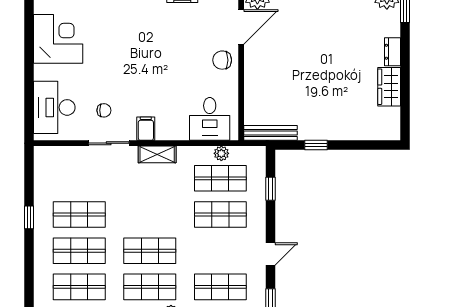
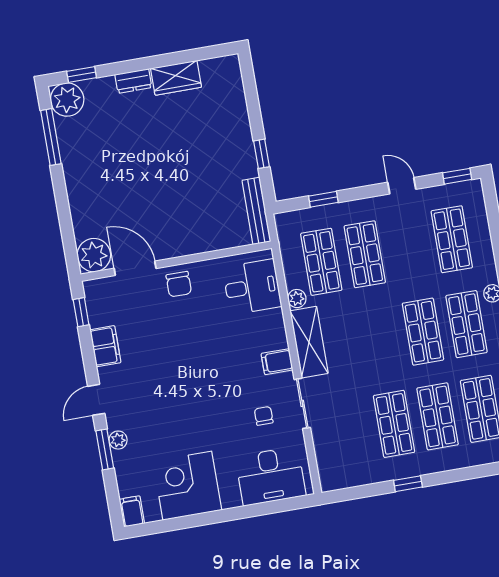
plant: (221, 153) -> (297, 299), moved
shelving: (157, 154) -> (309, 342), width x1.50, depth x1.33

